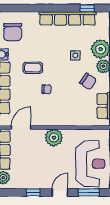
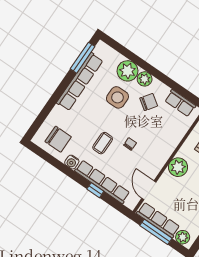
window: (87, 8) -> (83, 58), width x2.17
side table: (75, 55) -> (117, 97), width x1.87, depth x1.87

